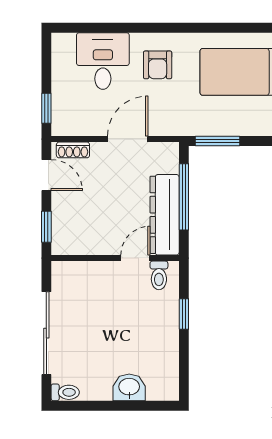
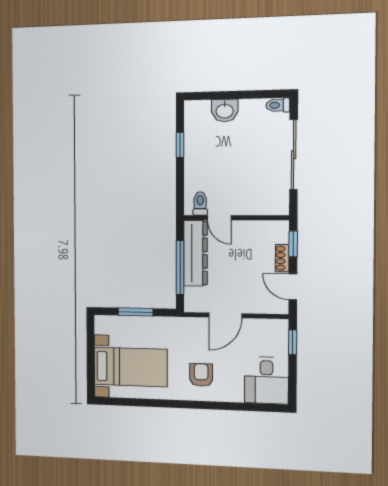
desk: (103, 61) -> (266, 380), moved
window: (217, 141) -> (136, 312), moved
shoe rack: (73, 150) -> (282, 258), moved, turned -90
door: (135, 258) -> (219, 218), hinge flipped
window: (184, 314) -> (180, 145), moved

